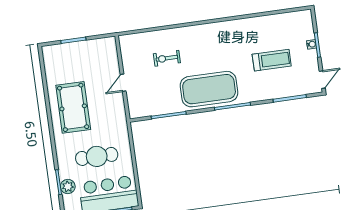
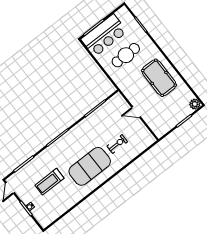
door: (123, 83) -> (136, 112), swing flipped
exercise mat: (209, 89) -> (90, 166), moved
plant: (68, 187) -> (195, 104), moved

